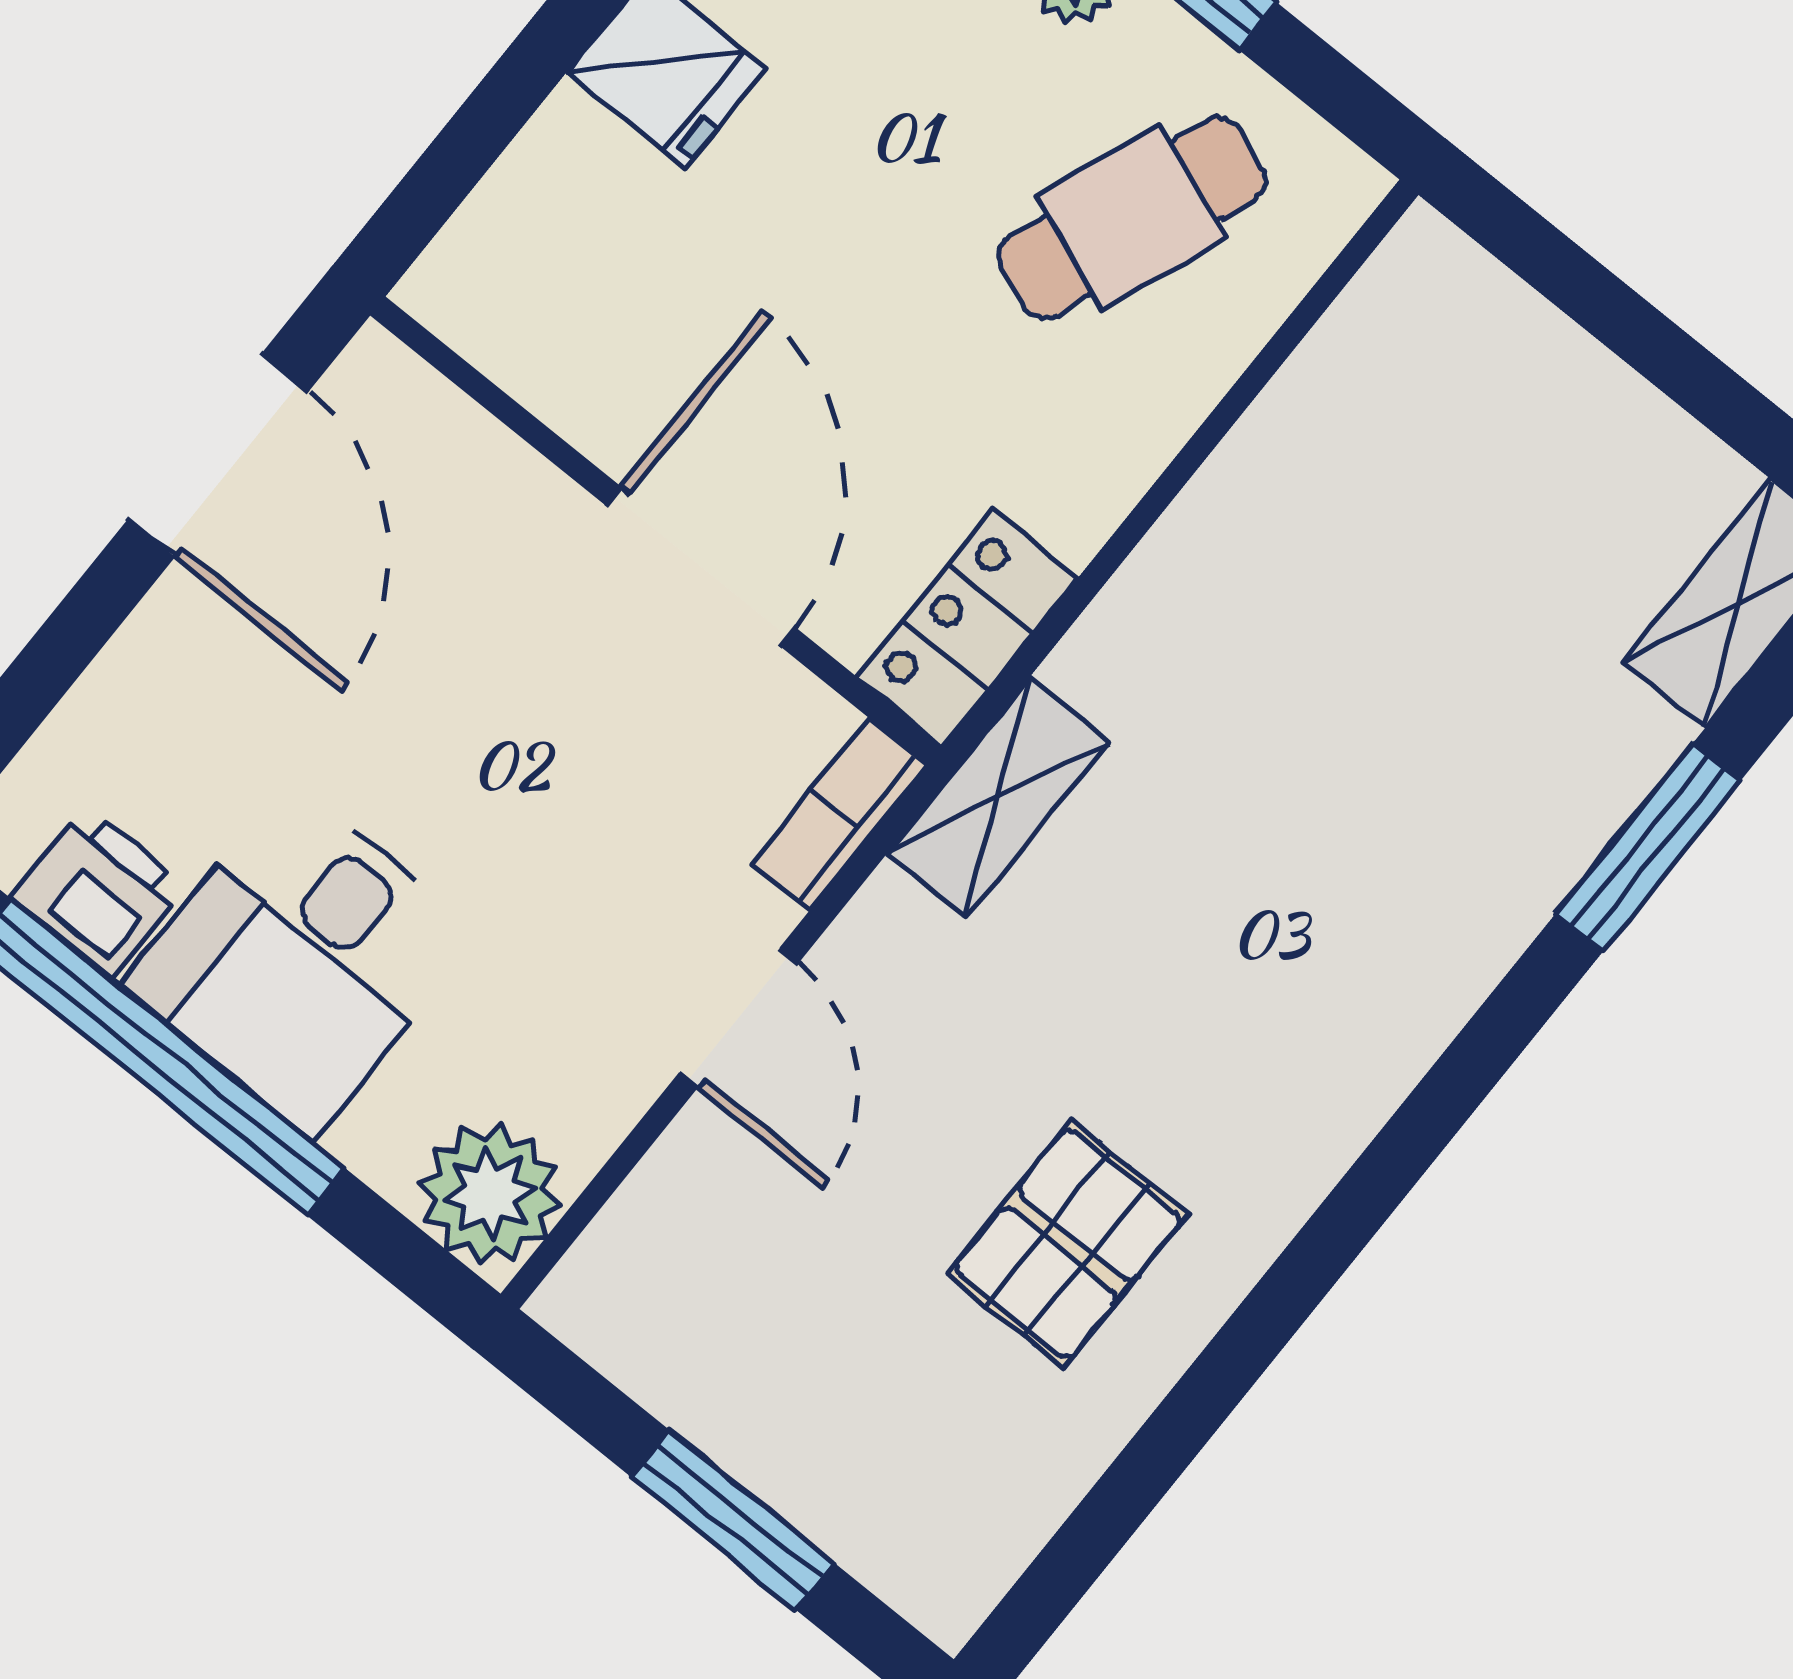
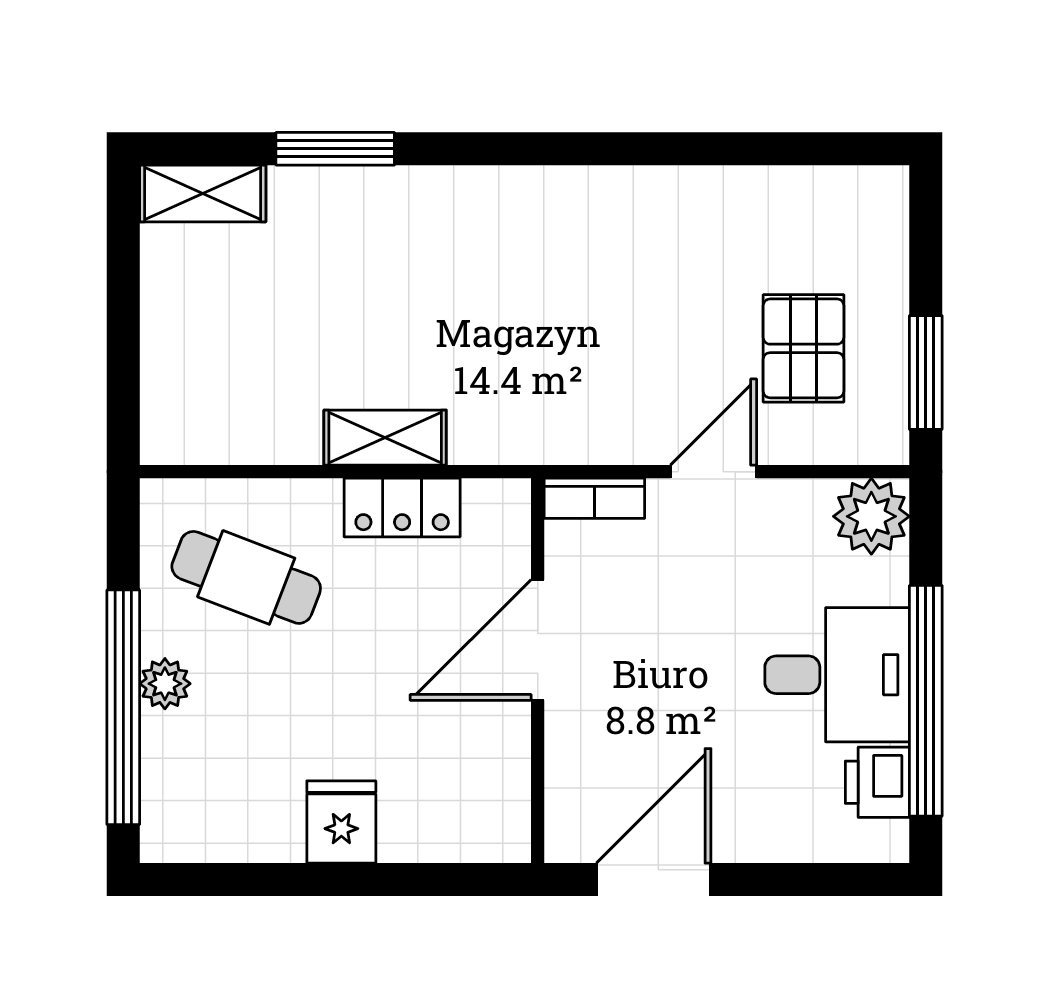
locker: (968, 628) -> (402, 508), moved
shelving: (998, 797) -> (385, 438), moved
pallet: (1068, 1244) -> (804, 348), moved, turned 90
window: (732, 1519) -> (926, 373), moved

